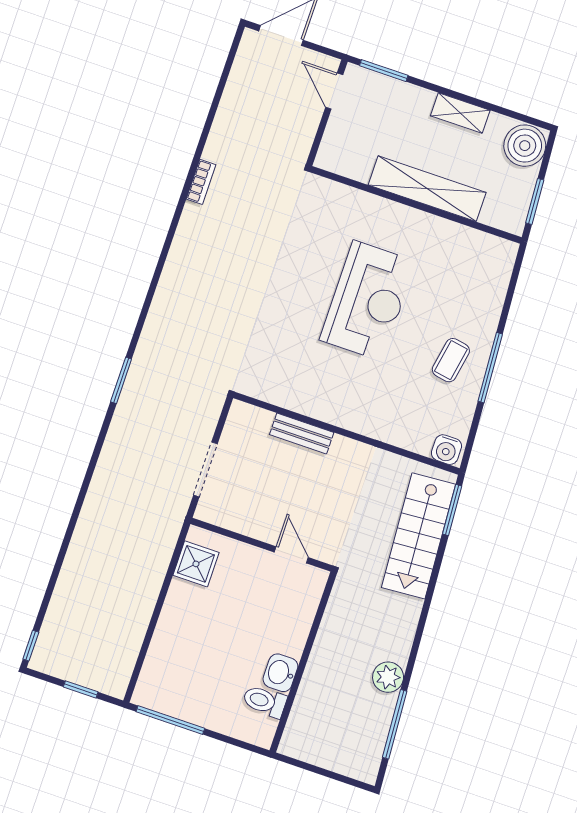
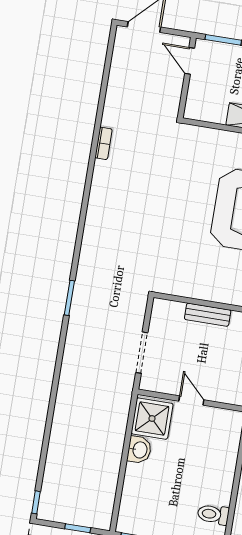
door: (291, 555) -> (191, 401), moved
shower: (196, 564) -> (152, 419), width x1.36, depth x1.36
washbasin: (280, 673) -> (139, 450), moved, turned 180

